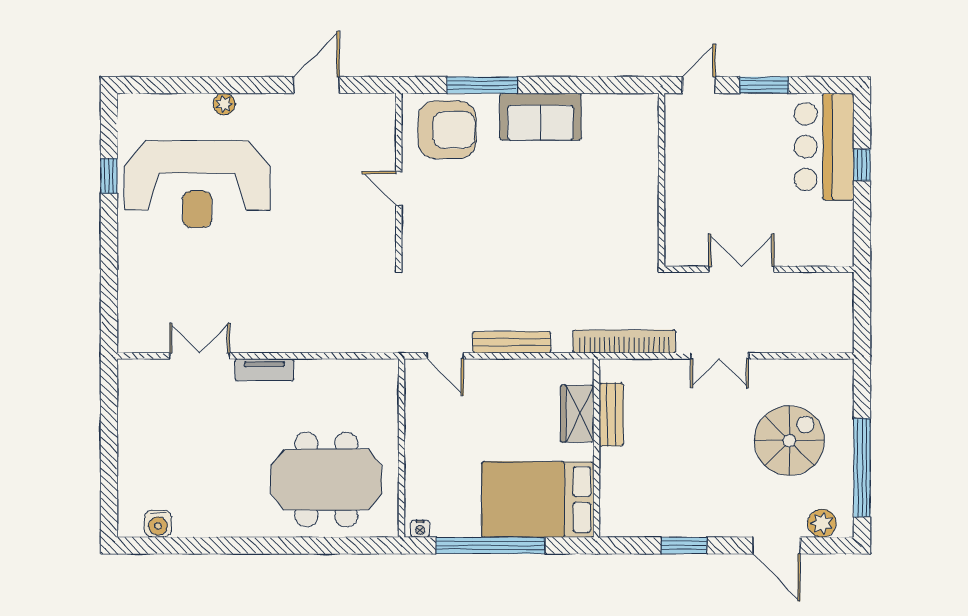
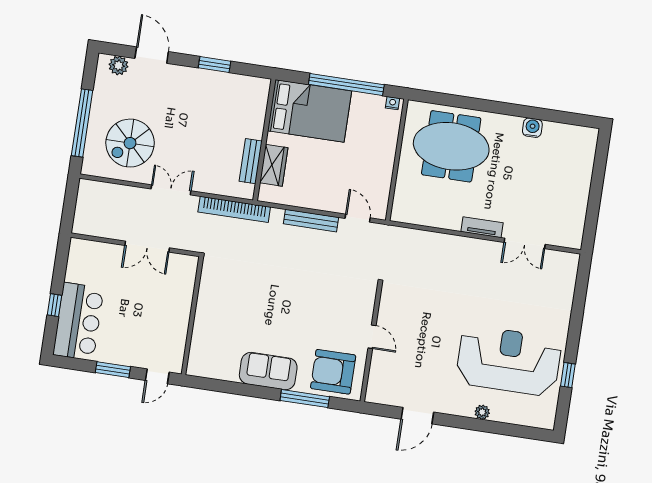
spiral stairs: (789, 441) -> (130, 143), moved
window: (862, 468) -> (82, 123), moved
water cooler: (158, 524) -> (532, 128), moved

